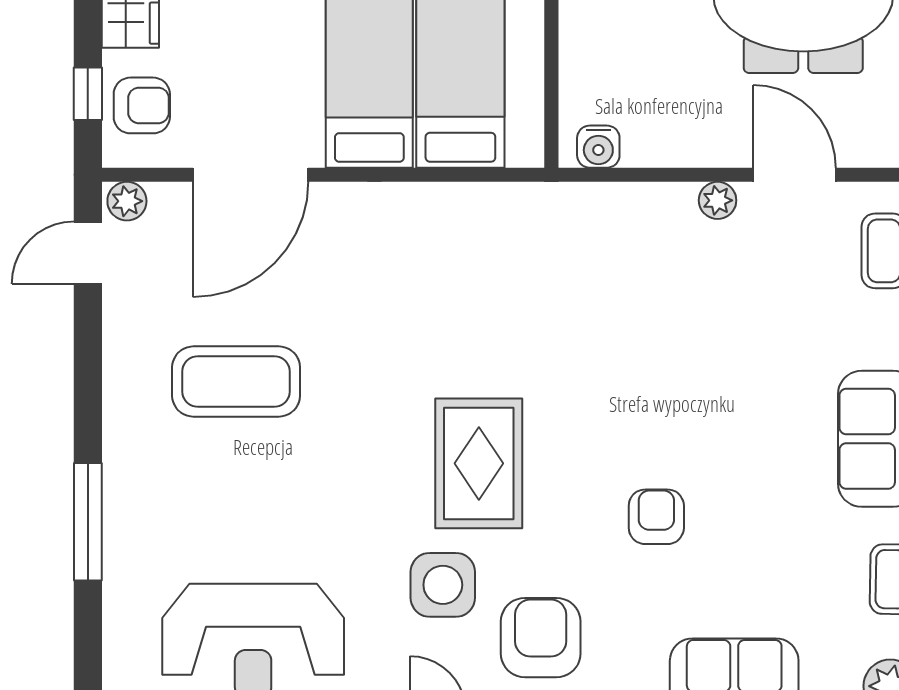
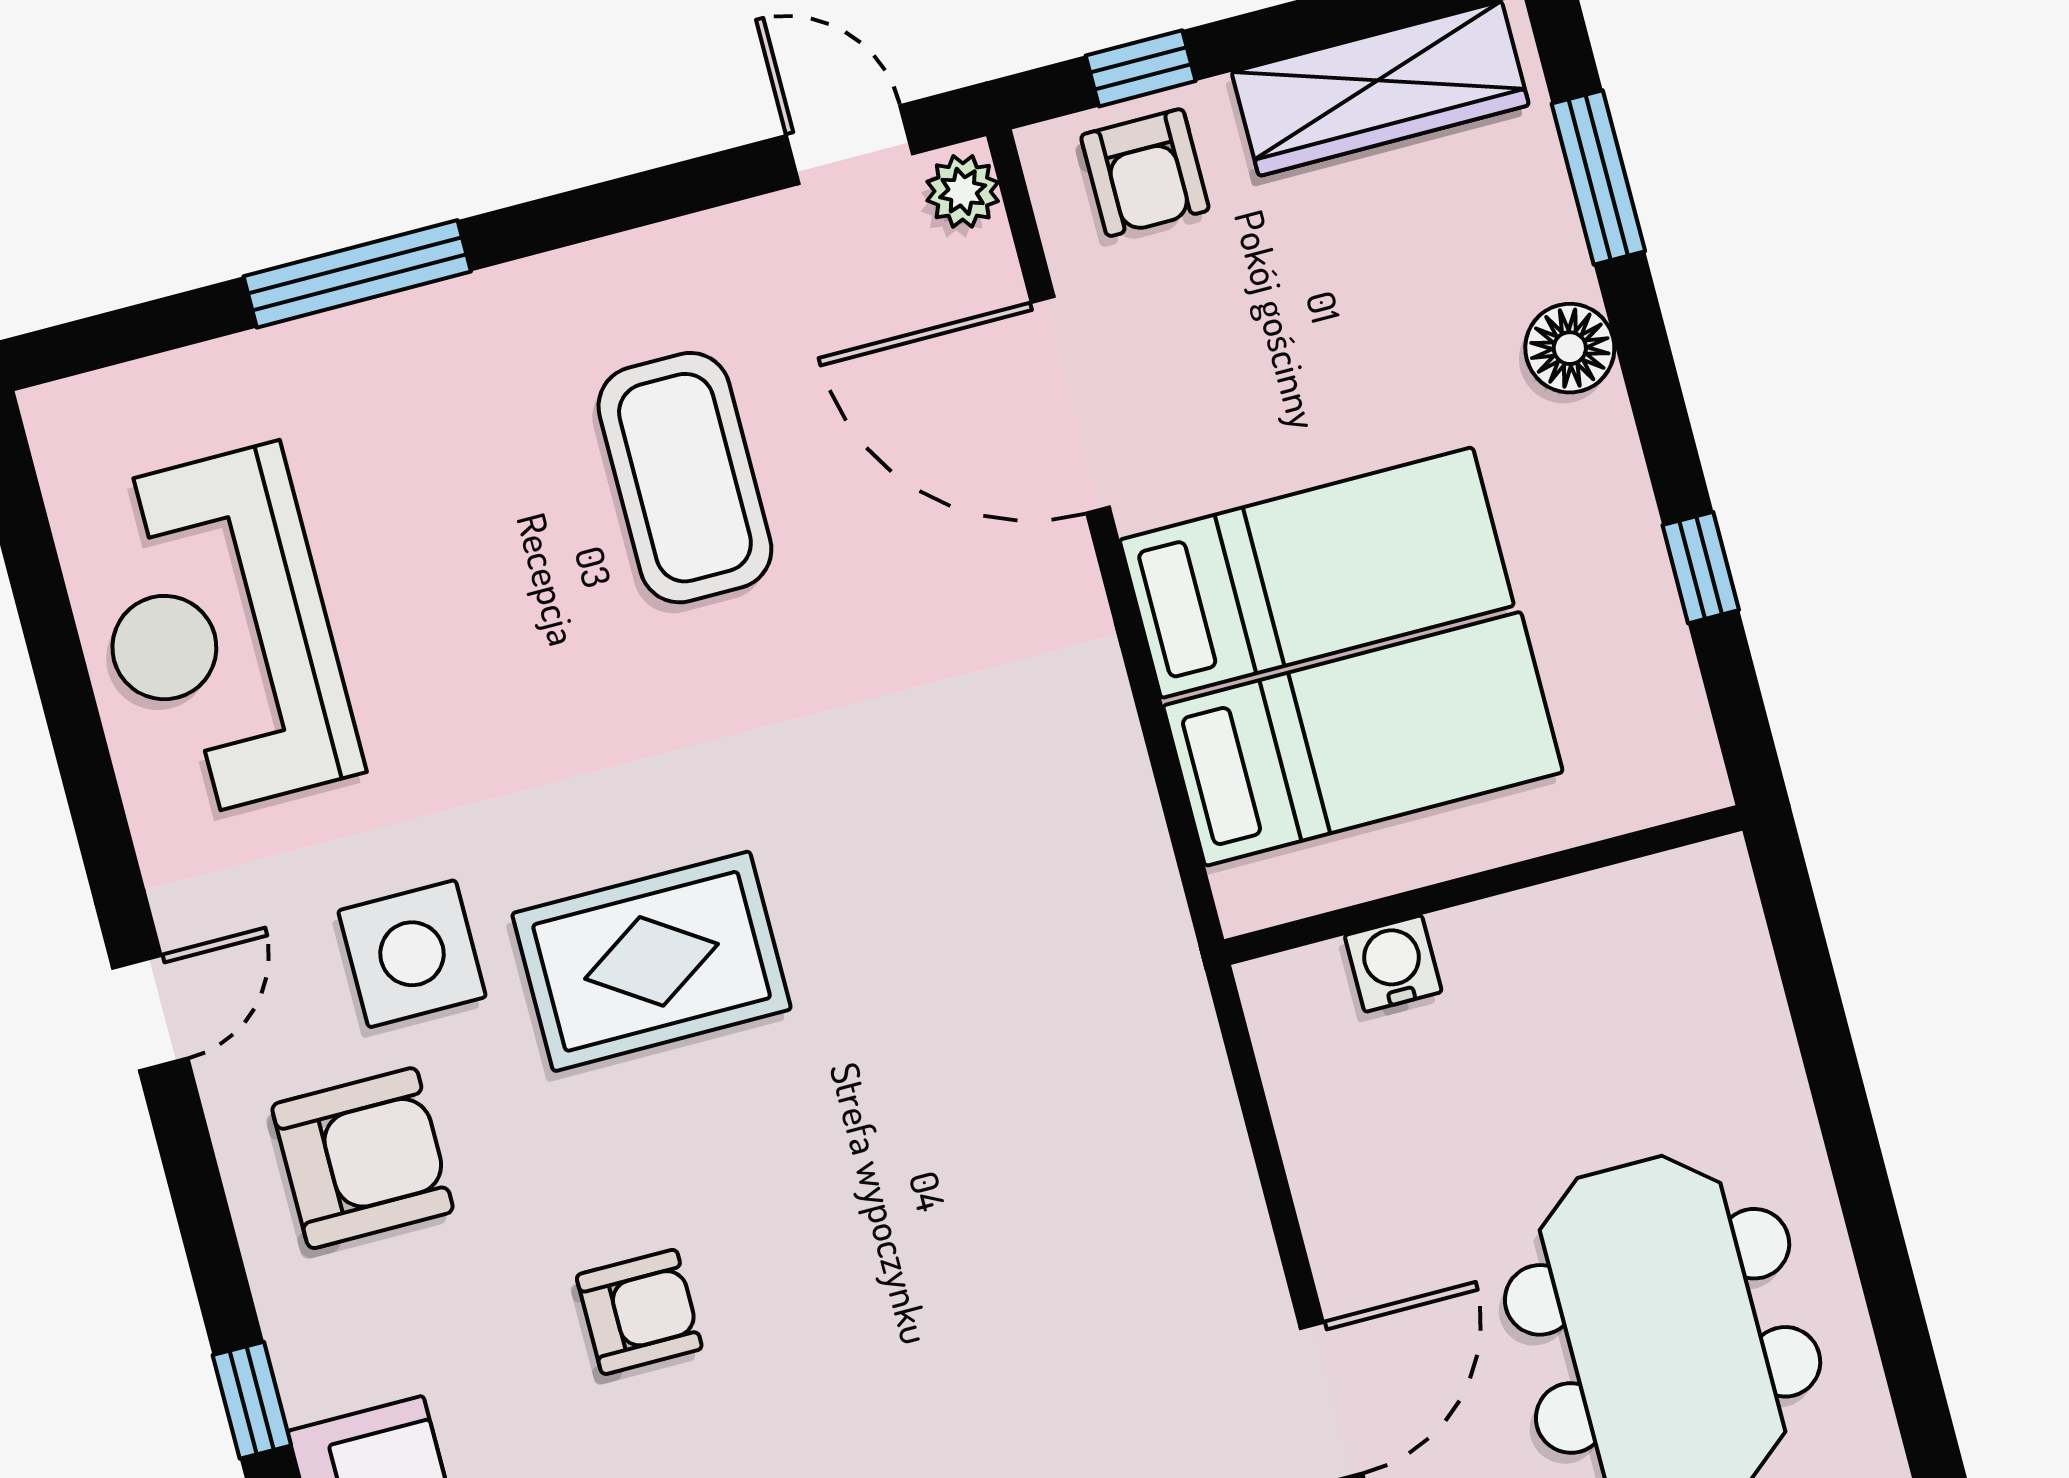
water cooler: (598, 147) -> (1393, 964), moved, turned 90
plant: (718, 200) -> (1248, 1272), removed

